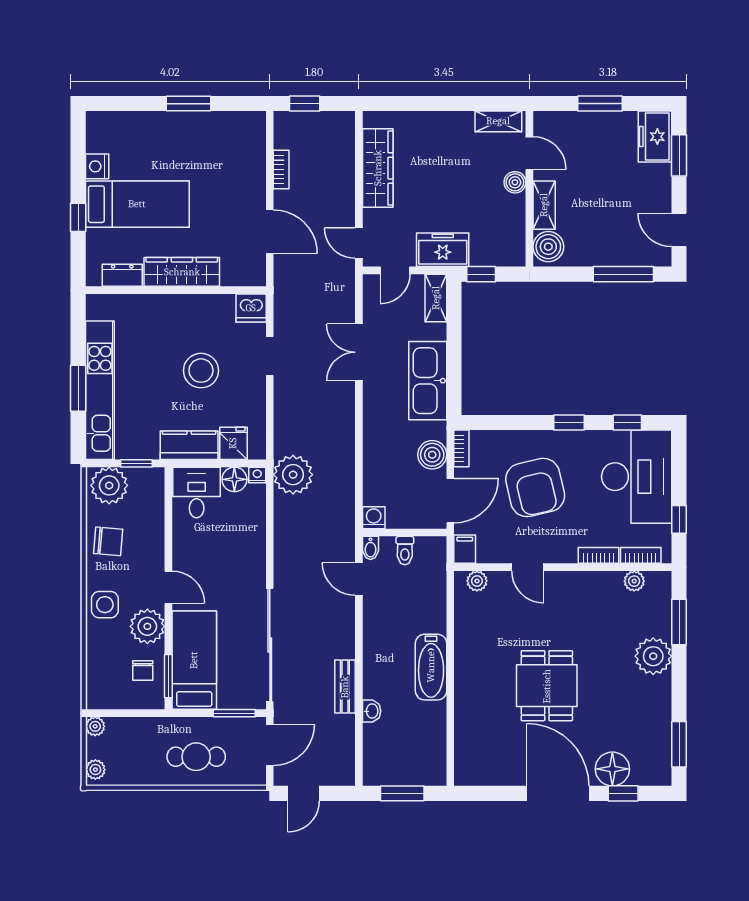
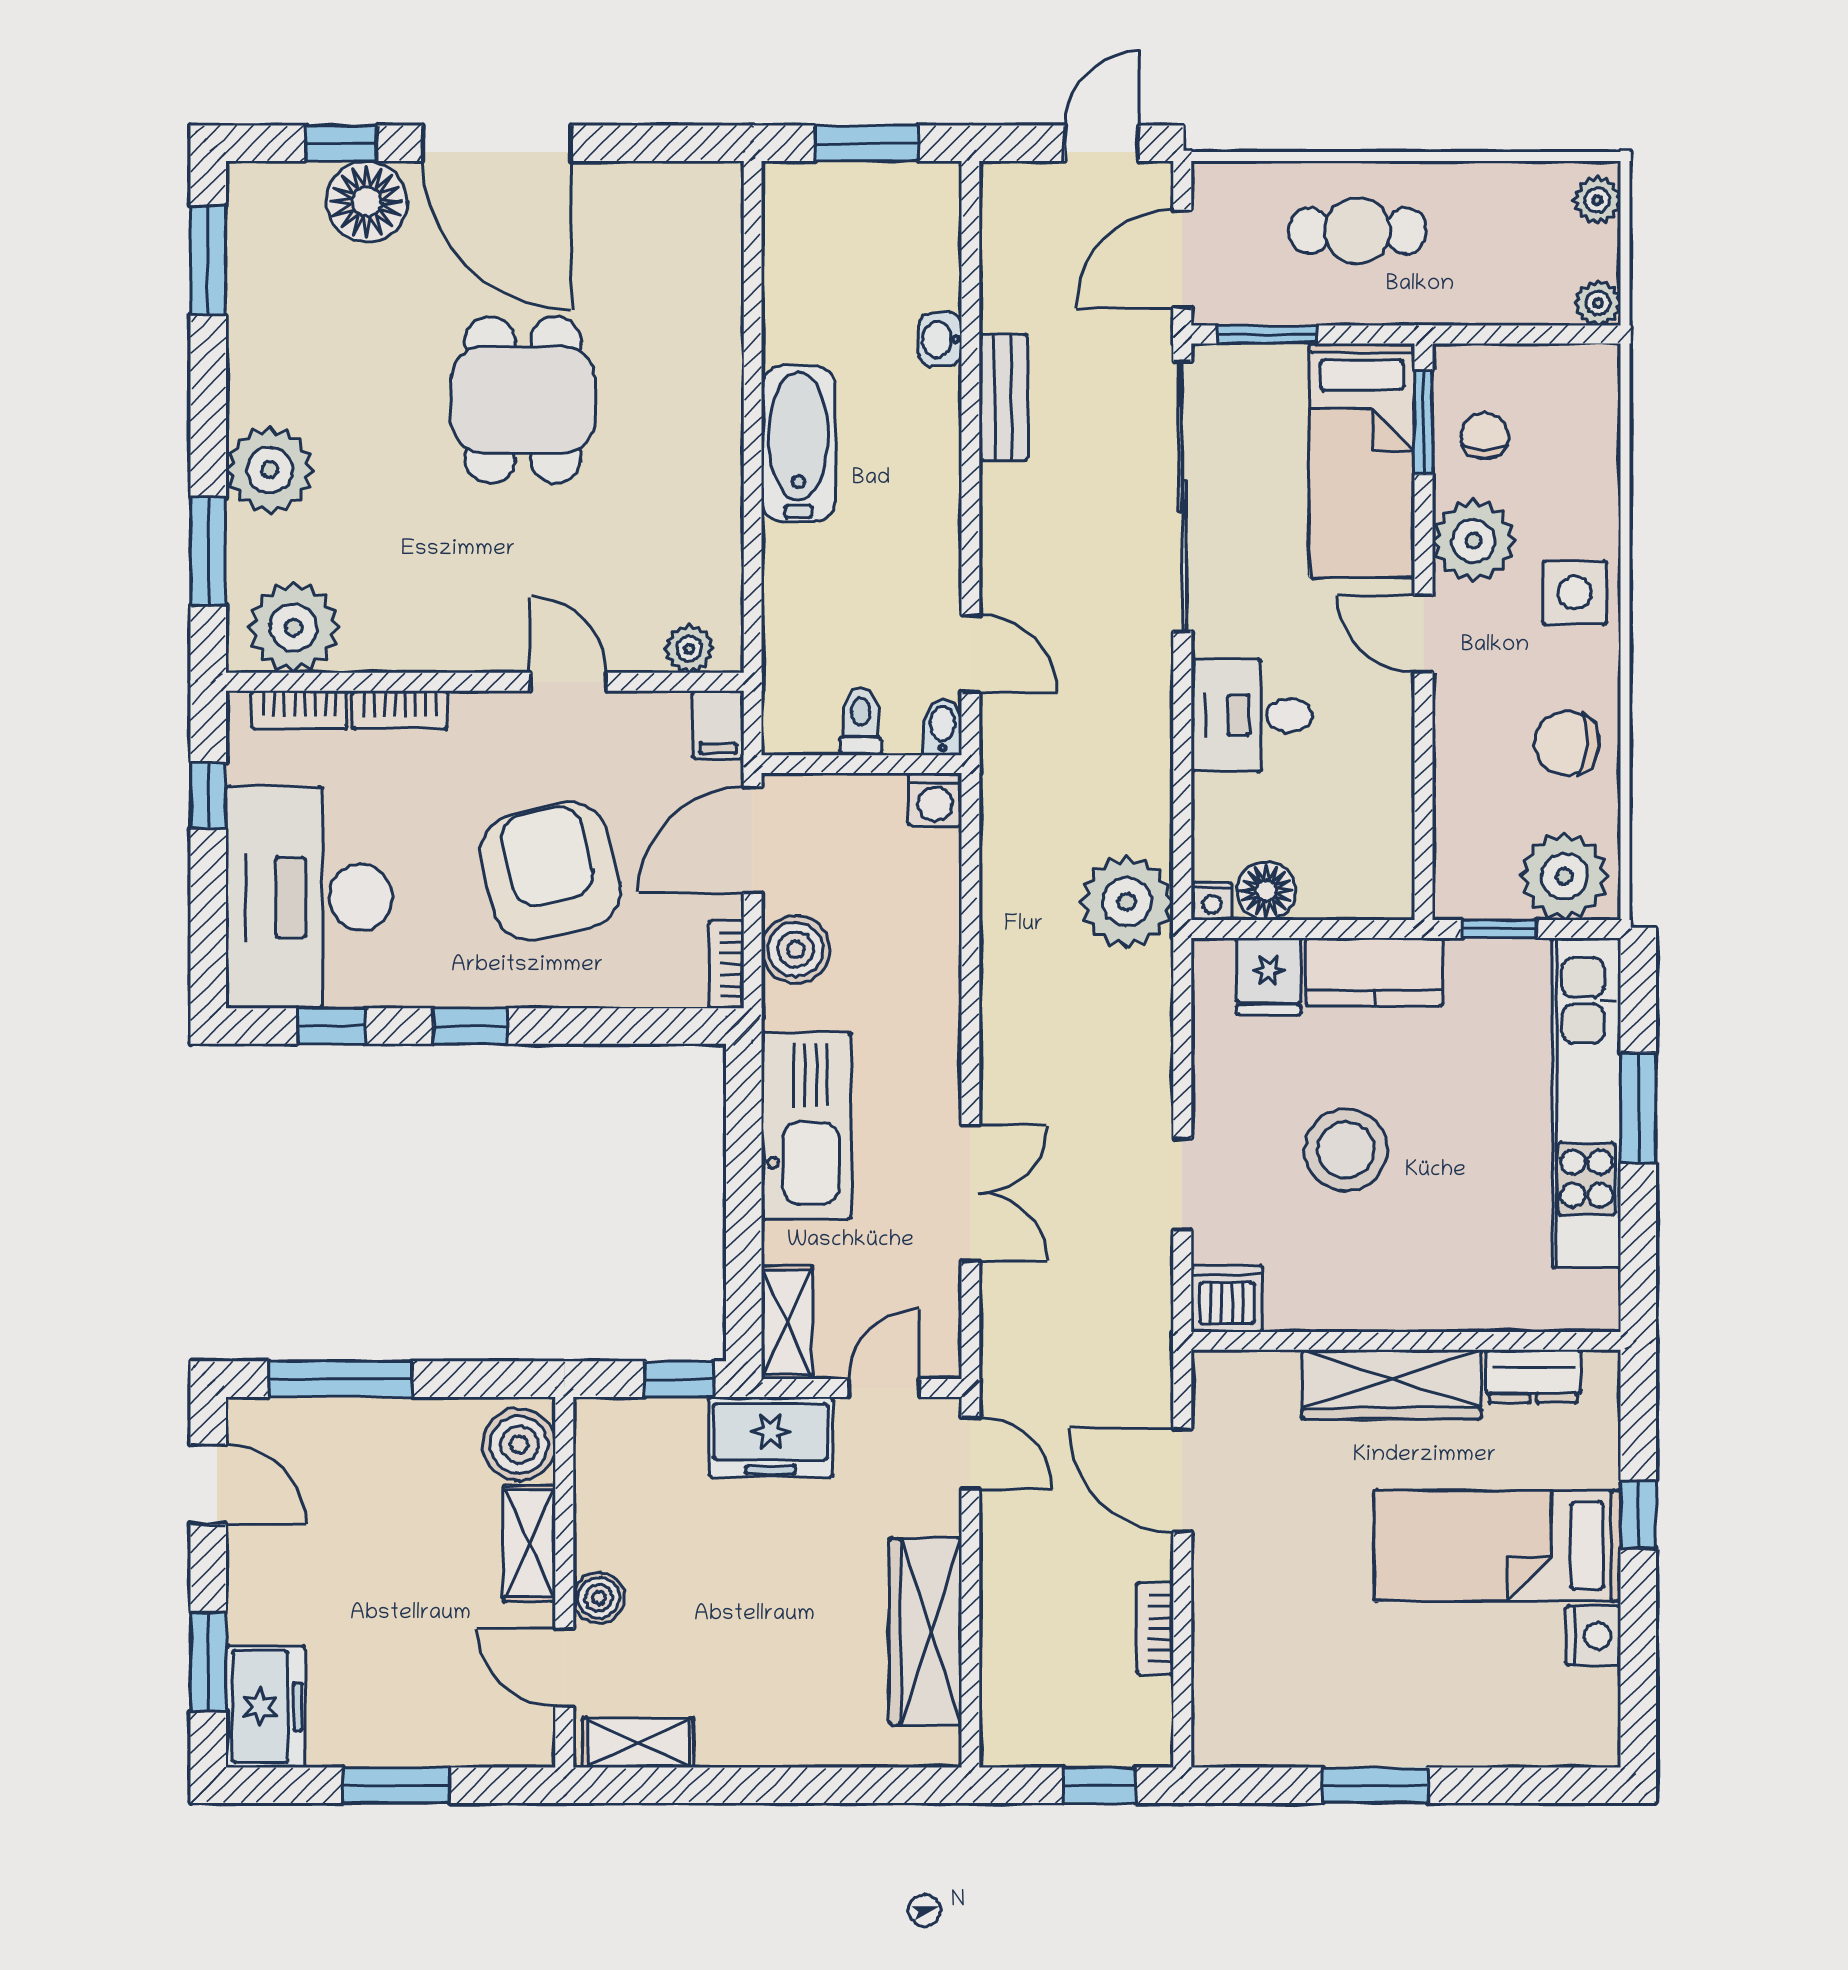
desk: (197, 492) -> (1252, 715), moved, turned 90
plant: (634, 581) -> (294, 628), width x1.88, depth x1.88

